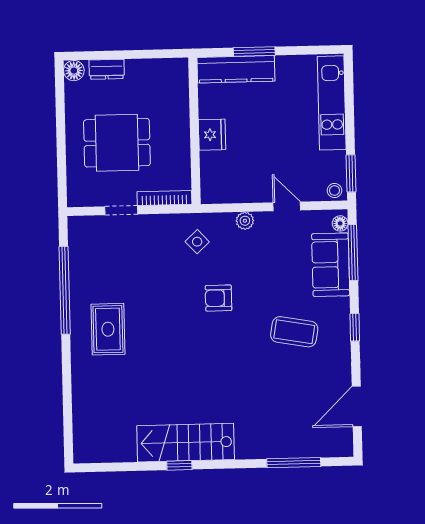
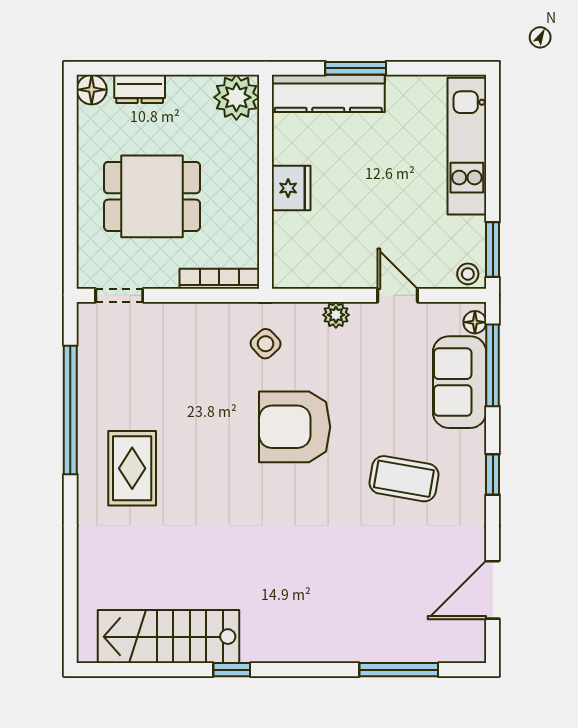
plant: (173, 73) -> (236, 97), added
doorway: (121, 210) -> (119, 295), moved
armchair: (218, 298) -> (295, 427), width x1.88, depth x1.88
stairs: (186, 443) -> (169, 637), moved

